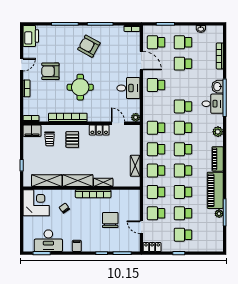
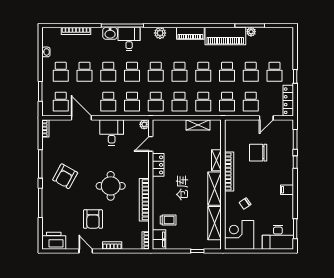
door: (141, 61) -> (81, 118), hinge flipped
school desk: (183, 85) -> (108, 72), added
school desk: (156, 106) -> (132, 102), added
pallet: (72, 140) -> (169, 195), removed
desk: (48, 241) -> (278, 237), moved, turned 90
locker: (152, 247) -> (288, 101), width x1.53

